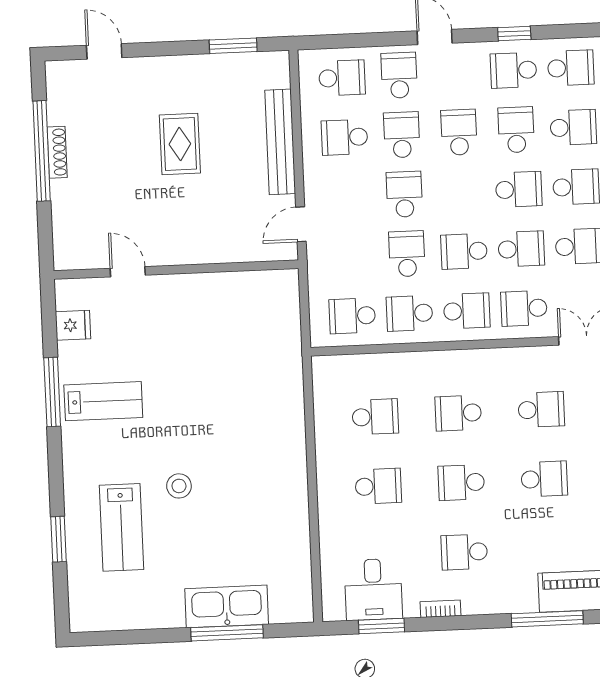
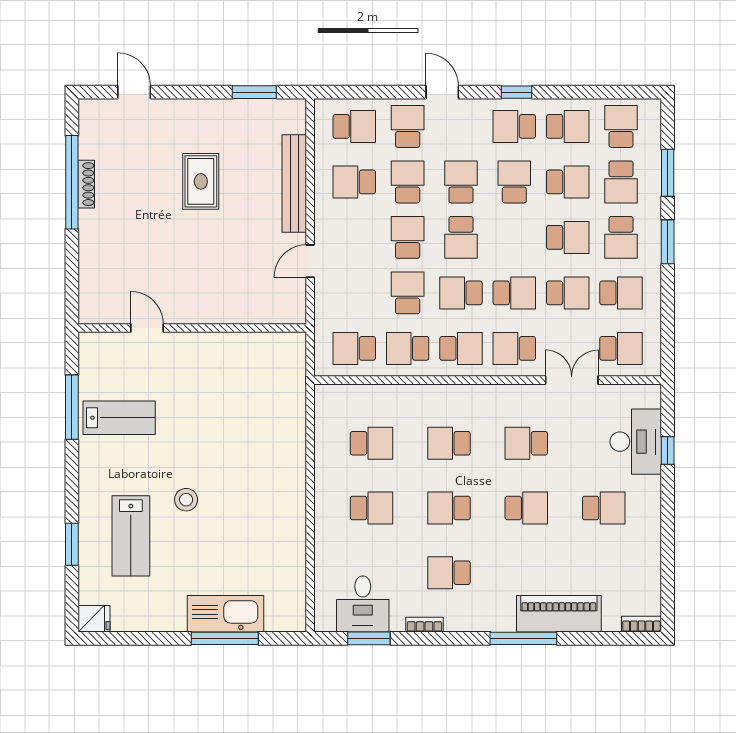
school desk: (519, 189) -> (461, 237), moved, turned 90
wall: (176, 270) -> (192, 328), moved
door: (128, 272) -> (147, 328), moved
fridge: (73, 325) -> (94, 619), moved
school desk: (541, 409) -> (526, 443), turned 180

